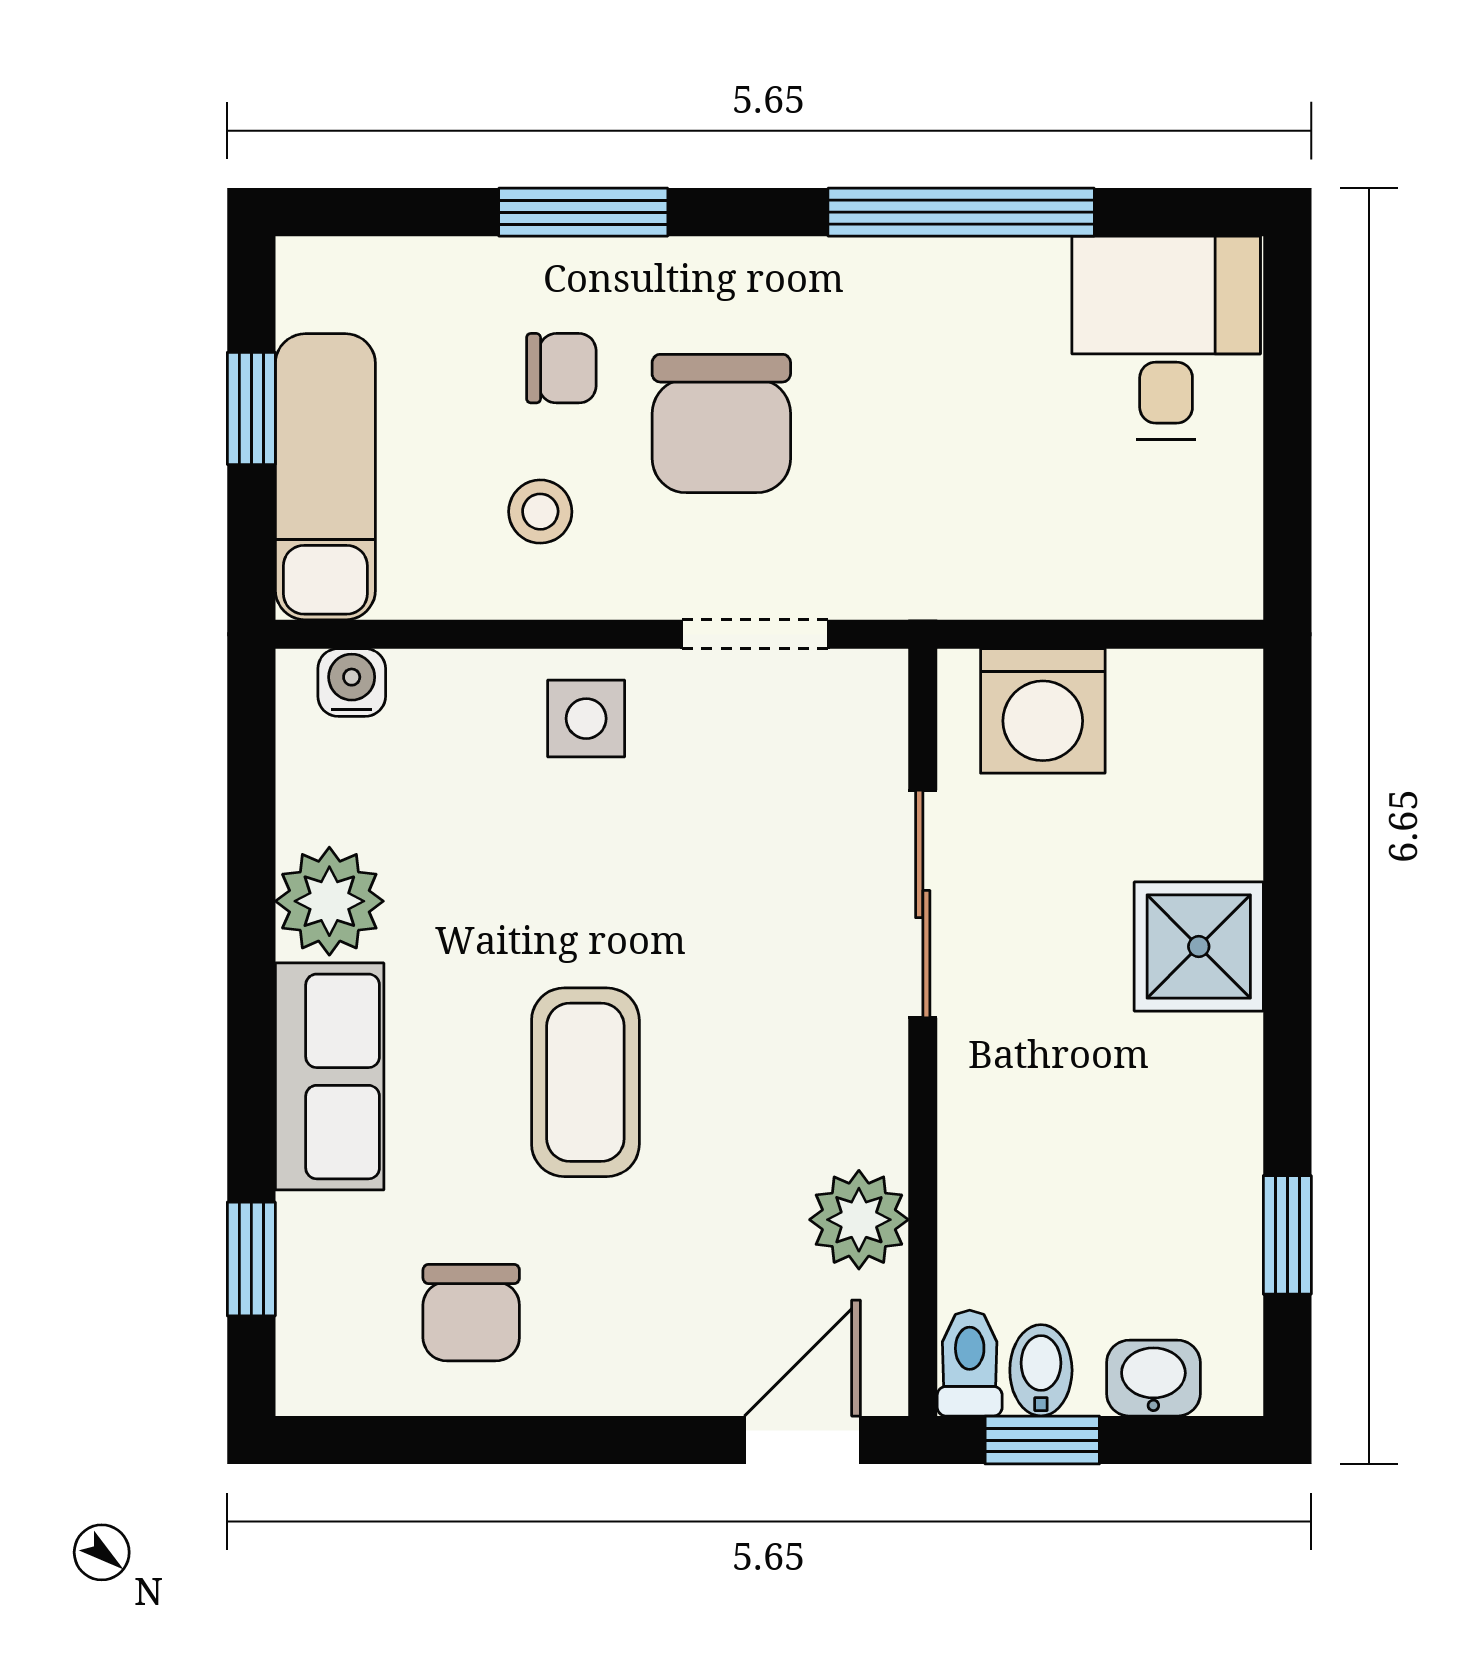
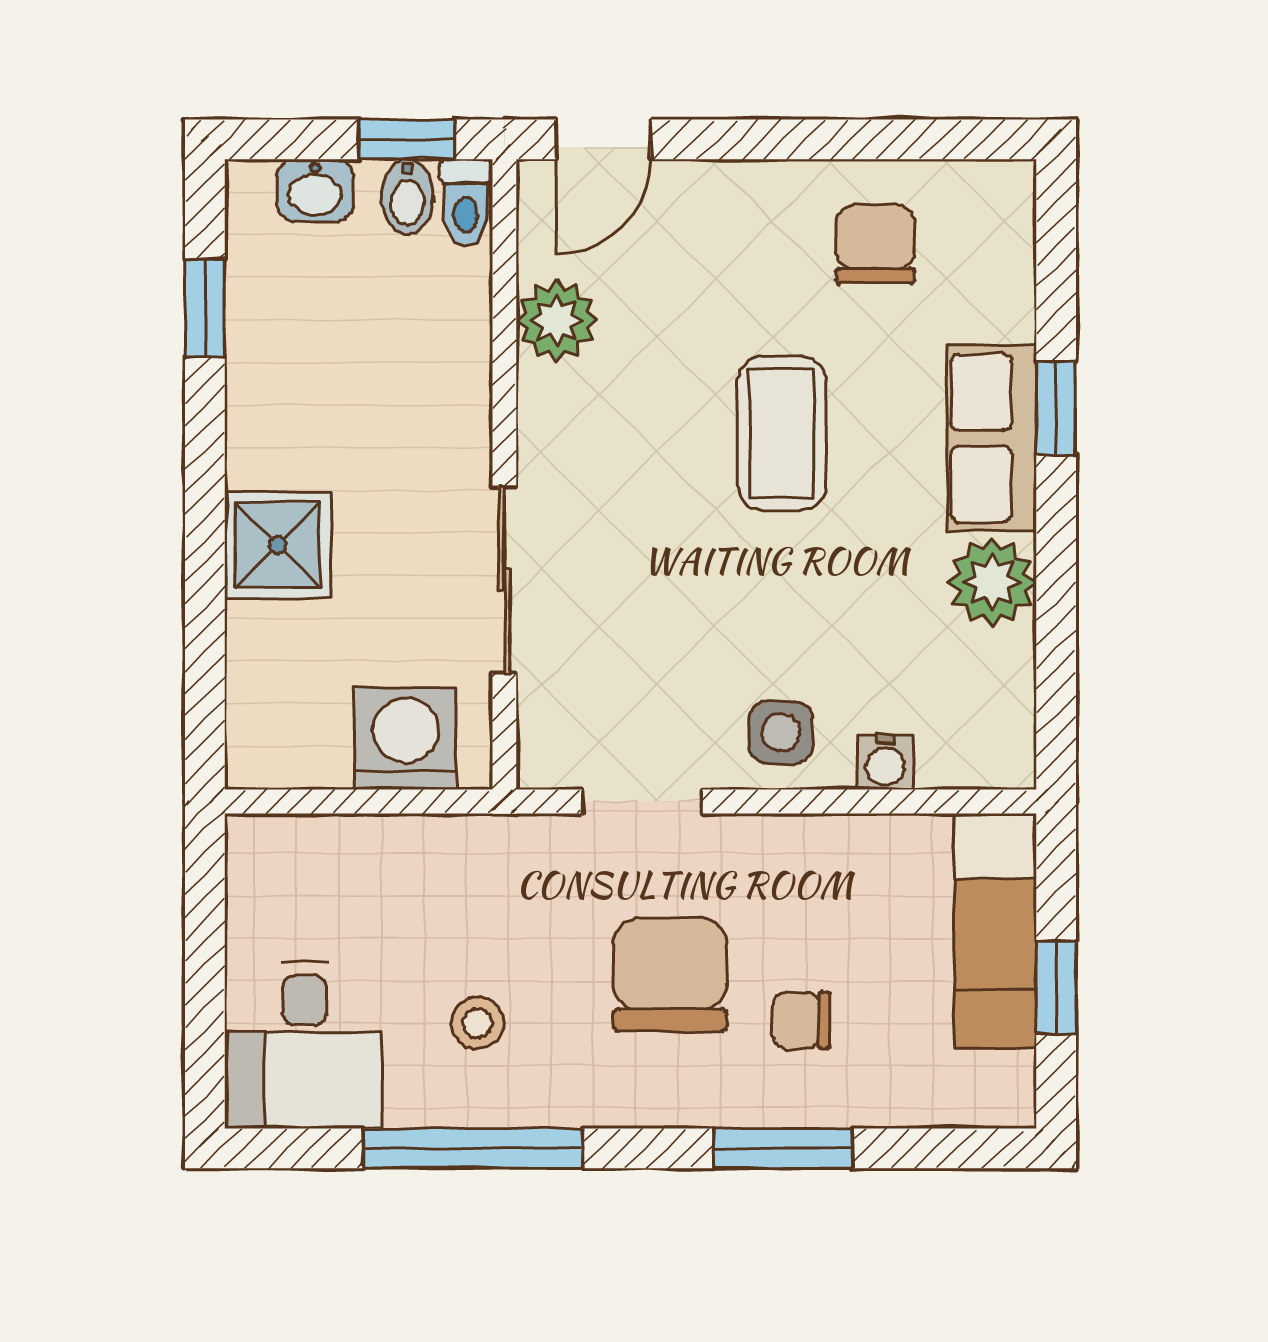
stool: (540, 512) -> (478, 1023), moved
water cooler: (352, 682) -> (885, 762), moved
window: (251, 1259) -> (1056, 408), moved

